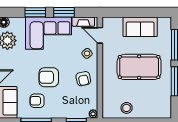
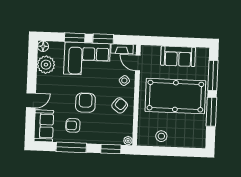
pool table: (139, 67) -> (175, 96), width x1.36, depth x1.32
armchair: (49, 77) -> (85, 103), turned 90
armchair: (83, 79) -> (120, 105), turned -130

